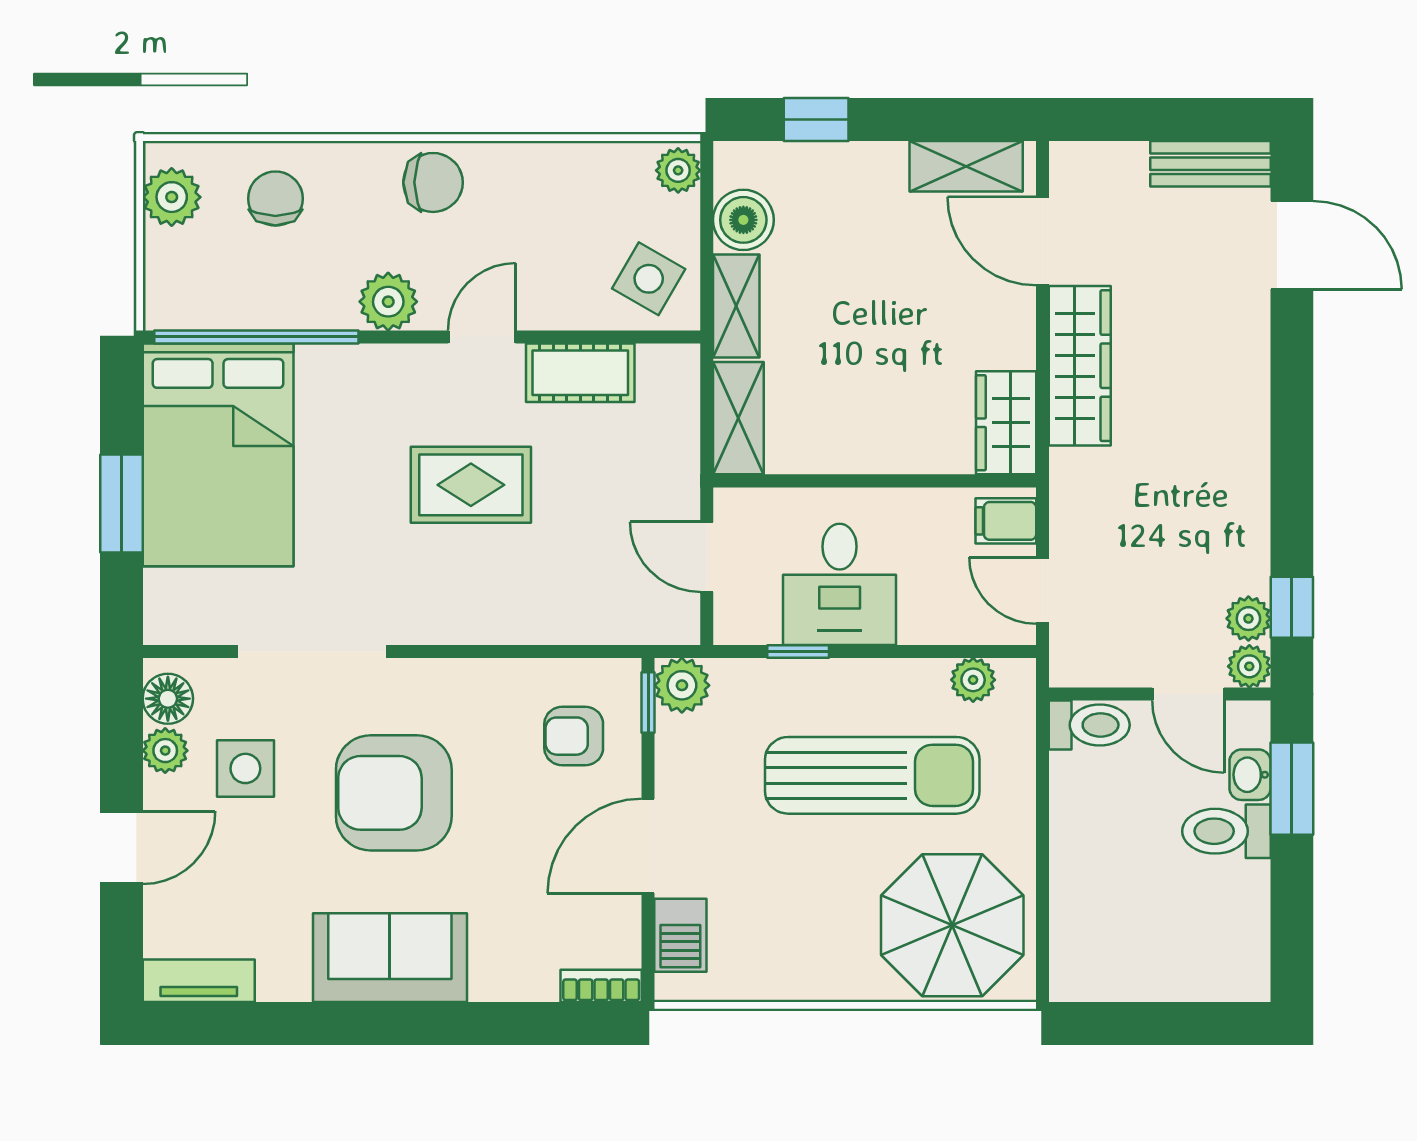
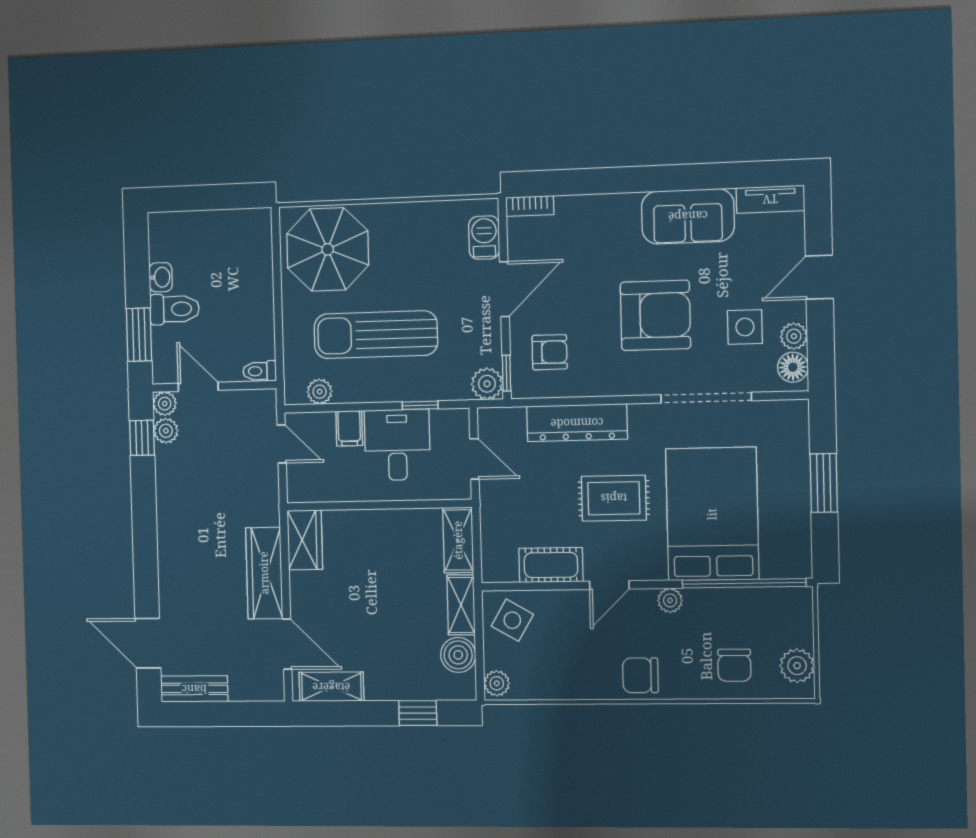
plant: (388, 302) -> (670, 600), width x0.73, depth x0.73
bed: (218, 455) -> (712, 514), moved
filing cabinet: (1006, 521) -> (349, 428), moved, turned 90
dresser: (530, 615) -> (577, 423), added
toilet: (1089, 725) -> (260, 371), width x0.73, depth x0.72
washbasin: (1250, 775) -> (161, 277), moved
sofa: (390, 958) -> (688, 216), moved

